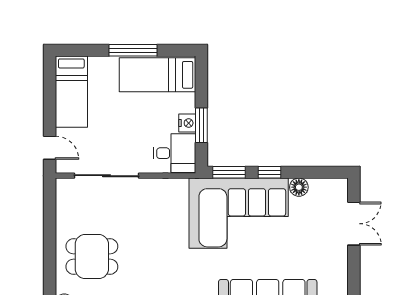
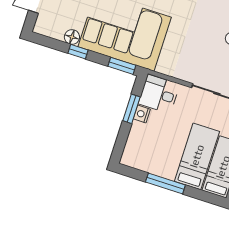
bed: (158, 75) -> (197, 156), moved, turned -90
window: (269, 172) -> (78, 52), moved

